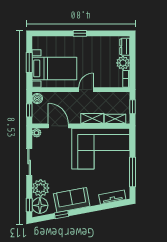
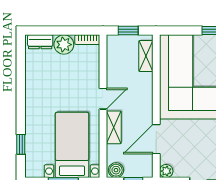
window: (80, 33) -> (21, 144), moved
door: (86, 90) -> (103, 99), swing flipped
shelving: (92, 119) -> (114, 127), moved

